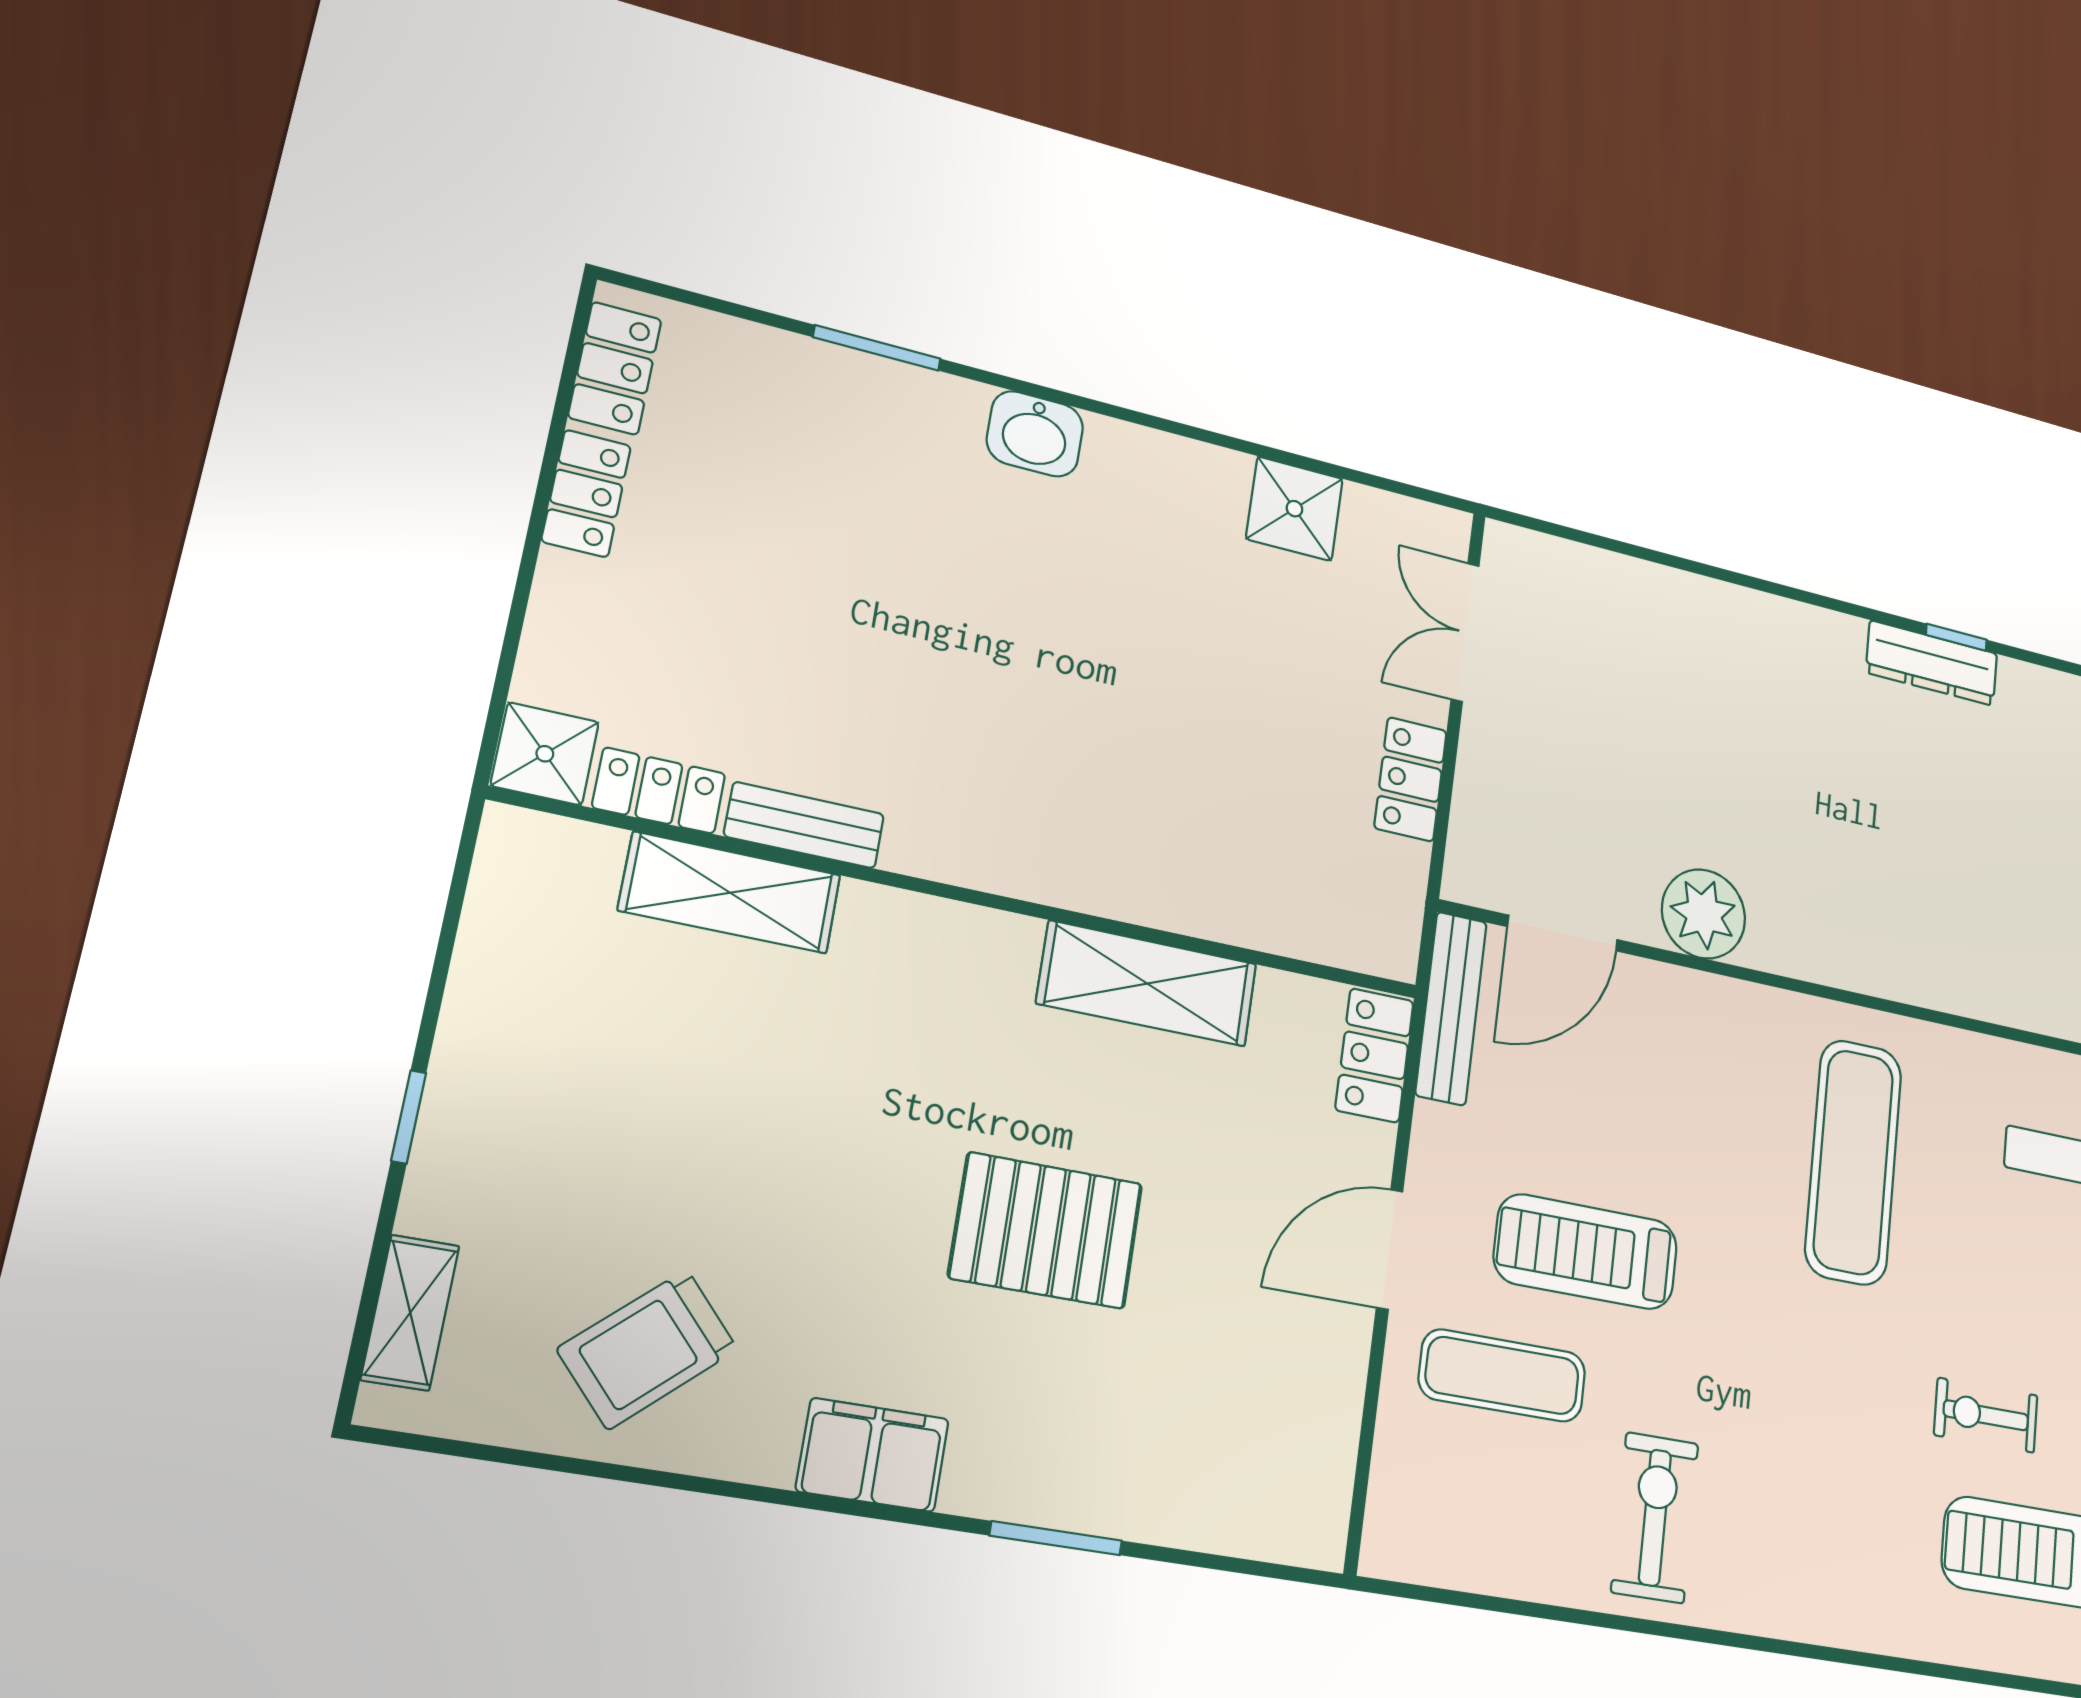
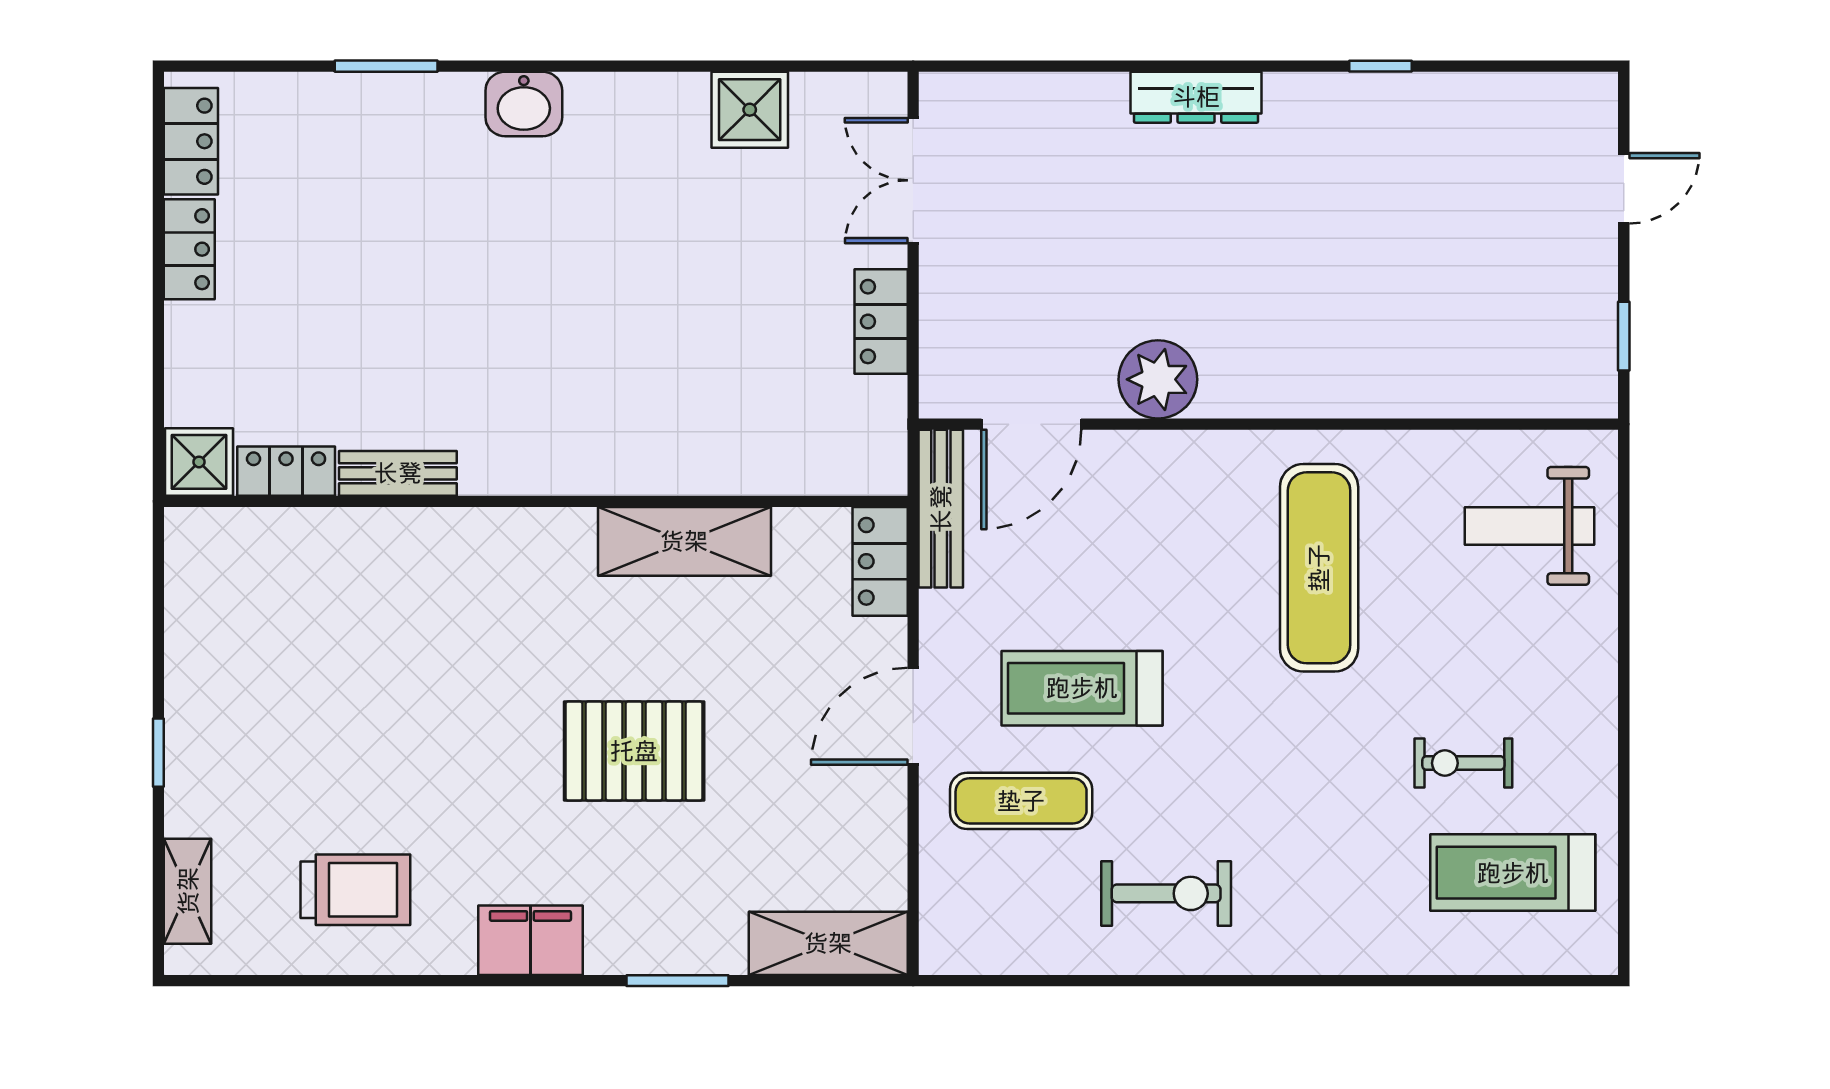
dresser: (1932, 663) -> (1196, 97), moved
shelving: (730, 893) -> (828, 943), moved
trolley: (648, 1349) -> (355, 890), turned -138
exercise bike: (1655, 1518) -> (1166, 893), turned 90

